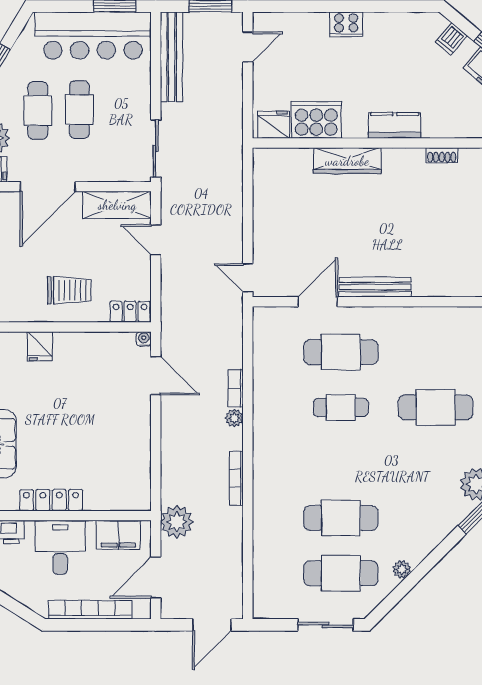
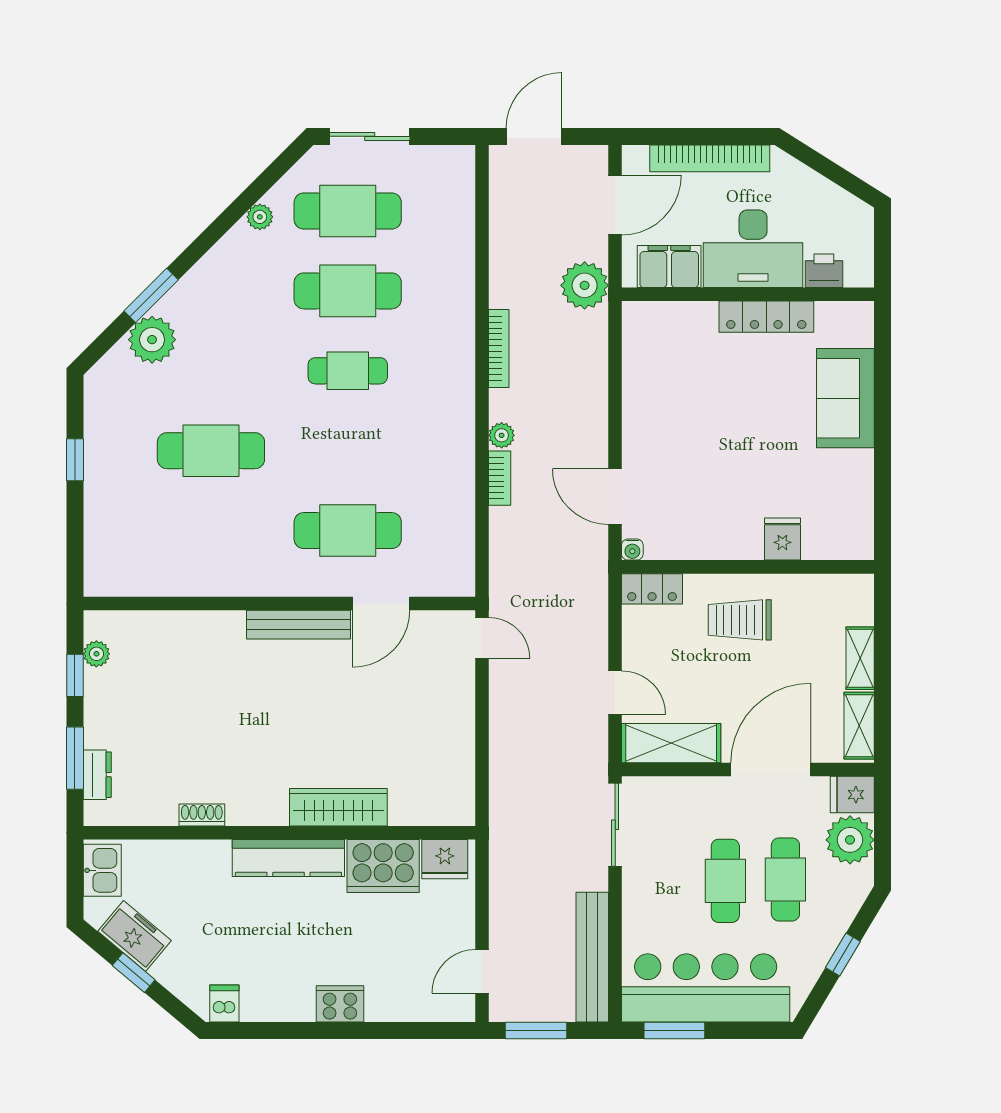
dishwasher: (451, 39) -> (224, 1003), moved, turned -40
kitchen counter: (395, 125) -> (288, 858), width x1.50
cafe table: (341, 407) -> (348, 371), moved
desk: (60, 547) -> (753, 249), width x1.37

